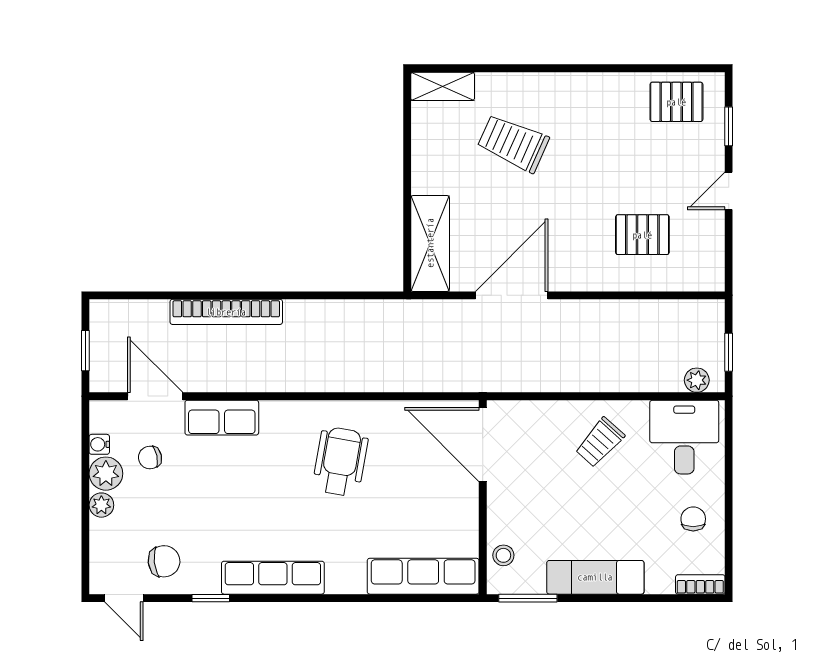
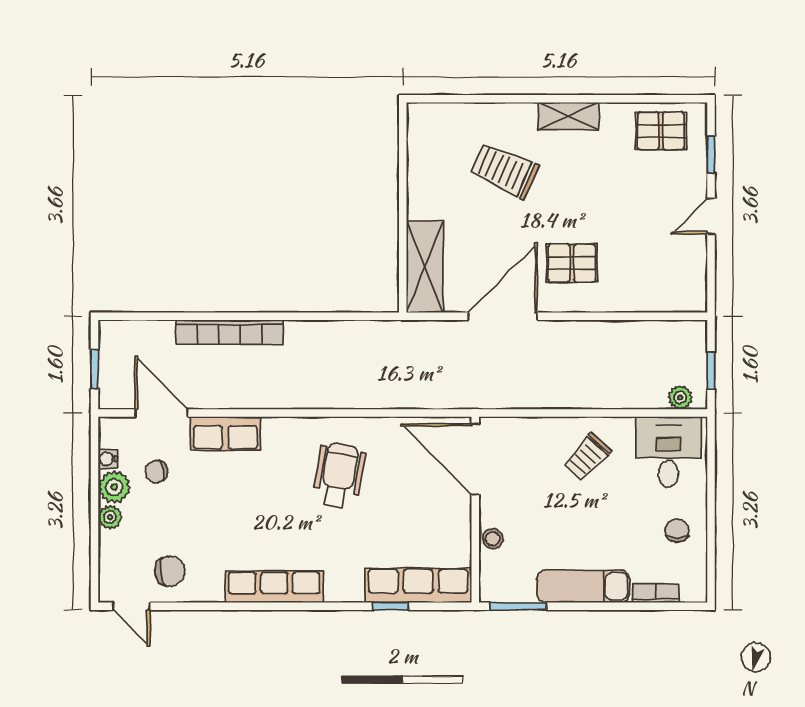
shelving: (443, 86) -> (568, 116), moved
pallet: (642, 235) -> (572, 263), moved
stool: (503, 555) -> (493, 539), moved
bookcase: (700, 584) -> (656, 593), moved
window: (211, 598) -> (391, 606), moved

